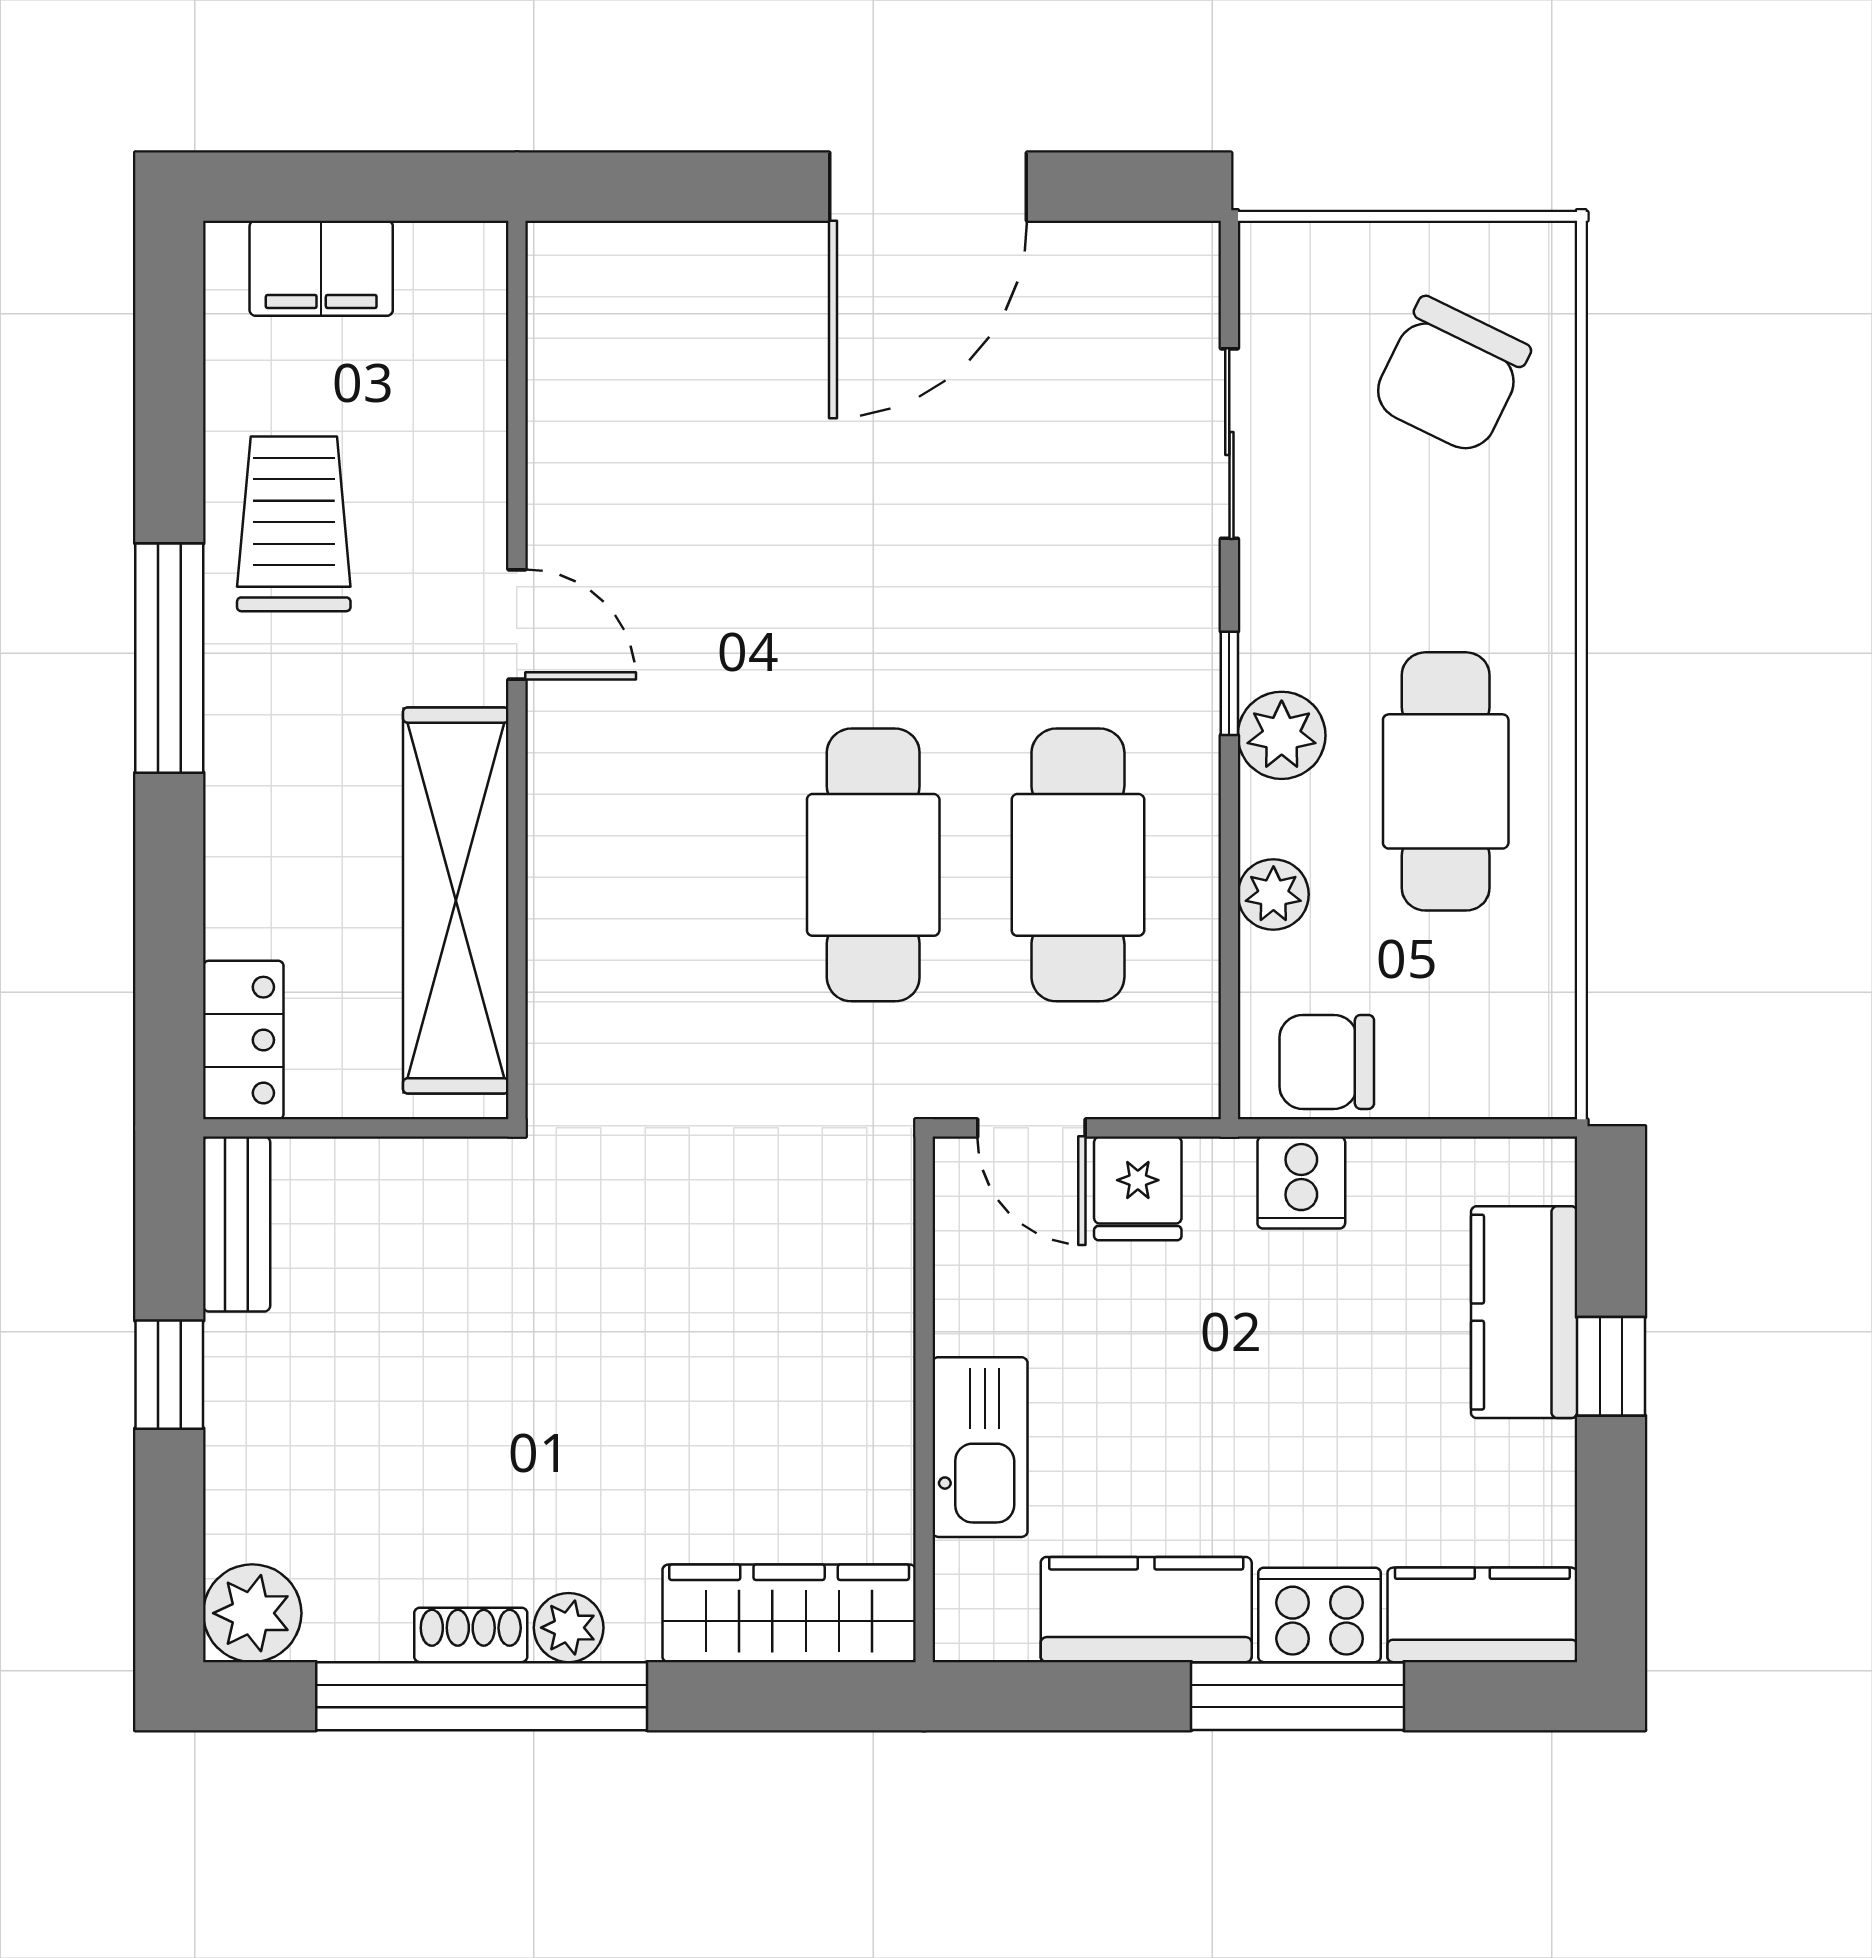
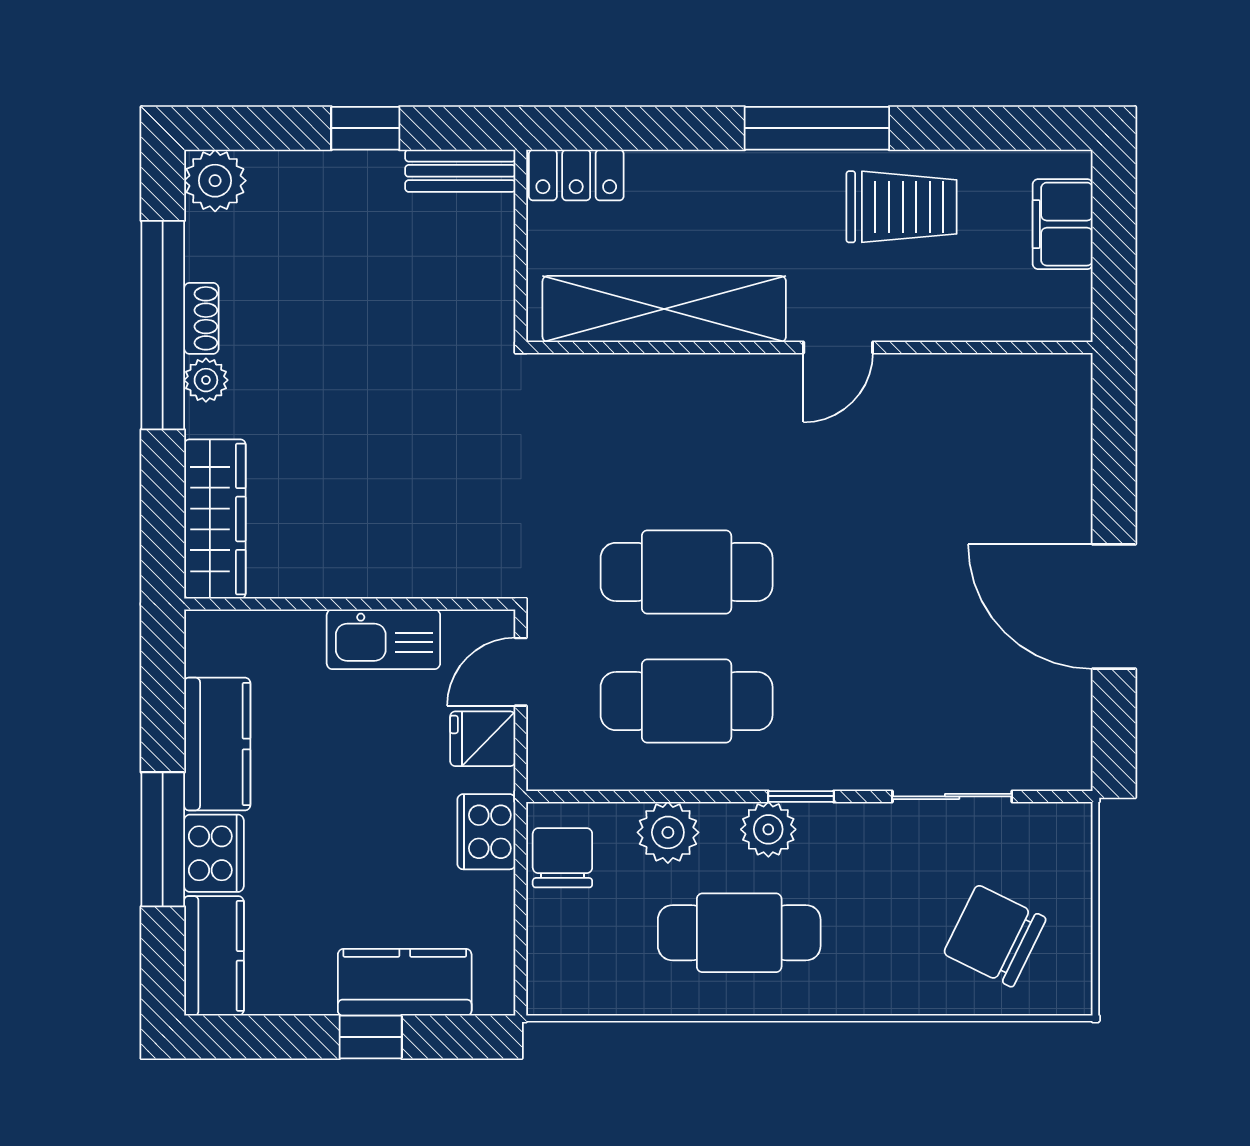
plant: (1273, 894) -> (668, 832), width x1.38, depth x1.38
cooker: (1301, 1183) -> (486, 832), width x1.36
kitchen sink: (980, 1447) -> (383, 639), moved

